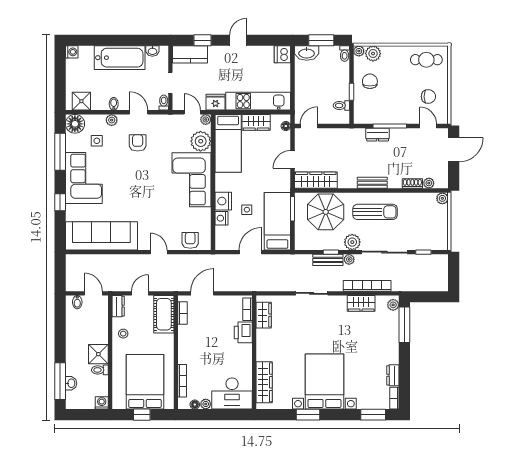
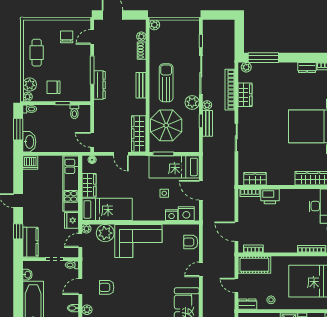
cafe table: (426, 60) -> (37, 53), moved
dresser: (378, 135) -> (99, 85), width x1.44
nightstand: (223, 201) -> (186, 214), moved

